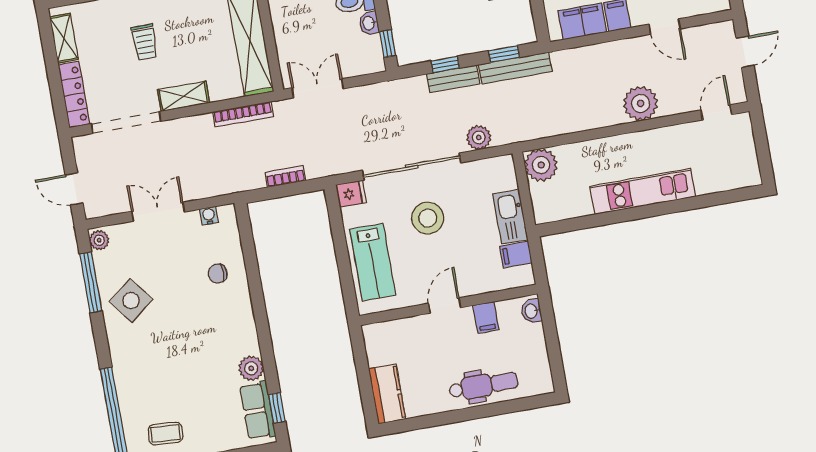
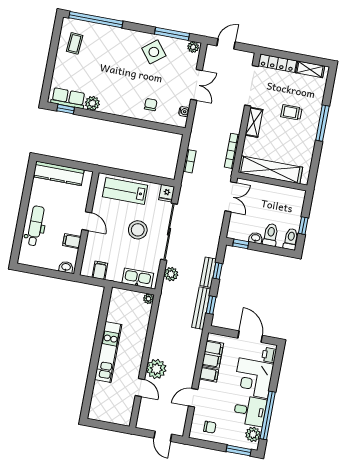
door: (716, 112) -> (140, 387), moved
plant: (541, 165) -> (148, 299), width x0.53, depth x0.53
kitchen sink: (510, 217) -> (138, 278), moved
dental chair: (483, 385) -> (35, 226), turned 180
kitchen counter: (387, 394) -> (59, 173), width x1.50

